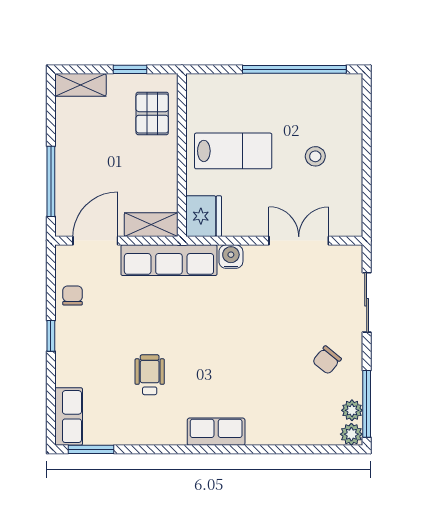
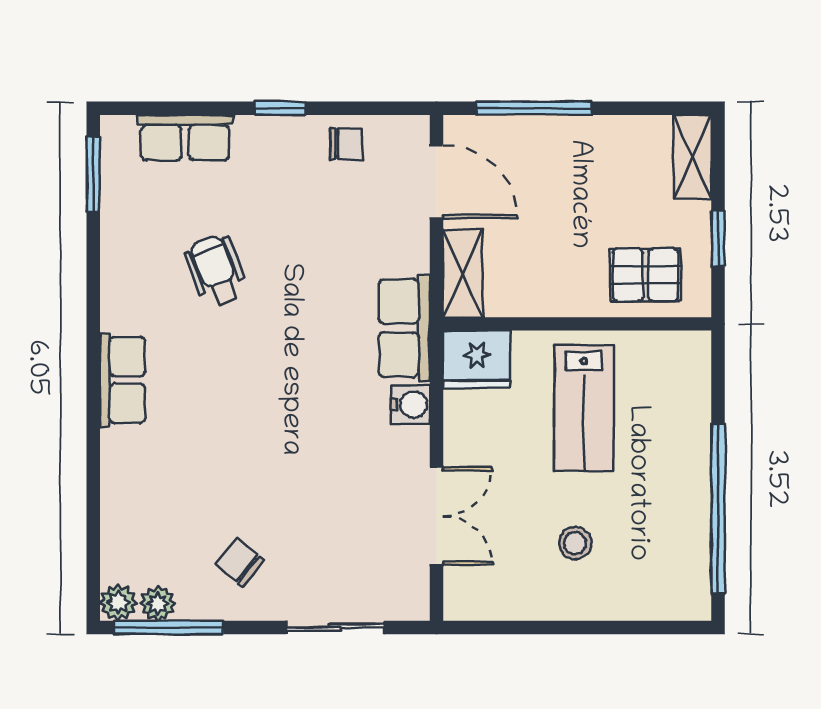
row of seats: (169, 260) -> (404, 328), width x0.68
wheelchair: (150, 375) -> (216, 271), turned -111
row of seats: (69, 417) -> (185, 138), moved

